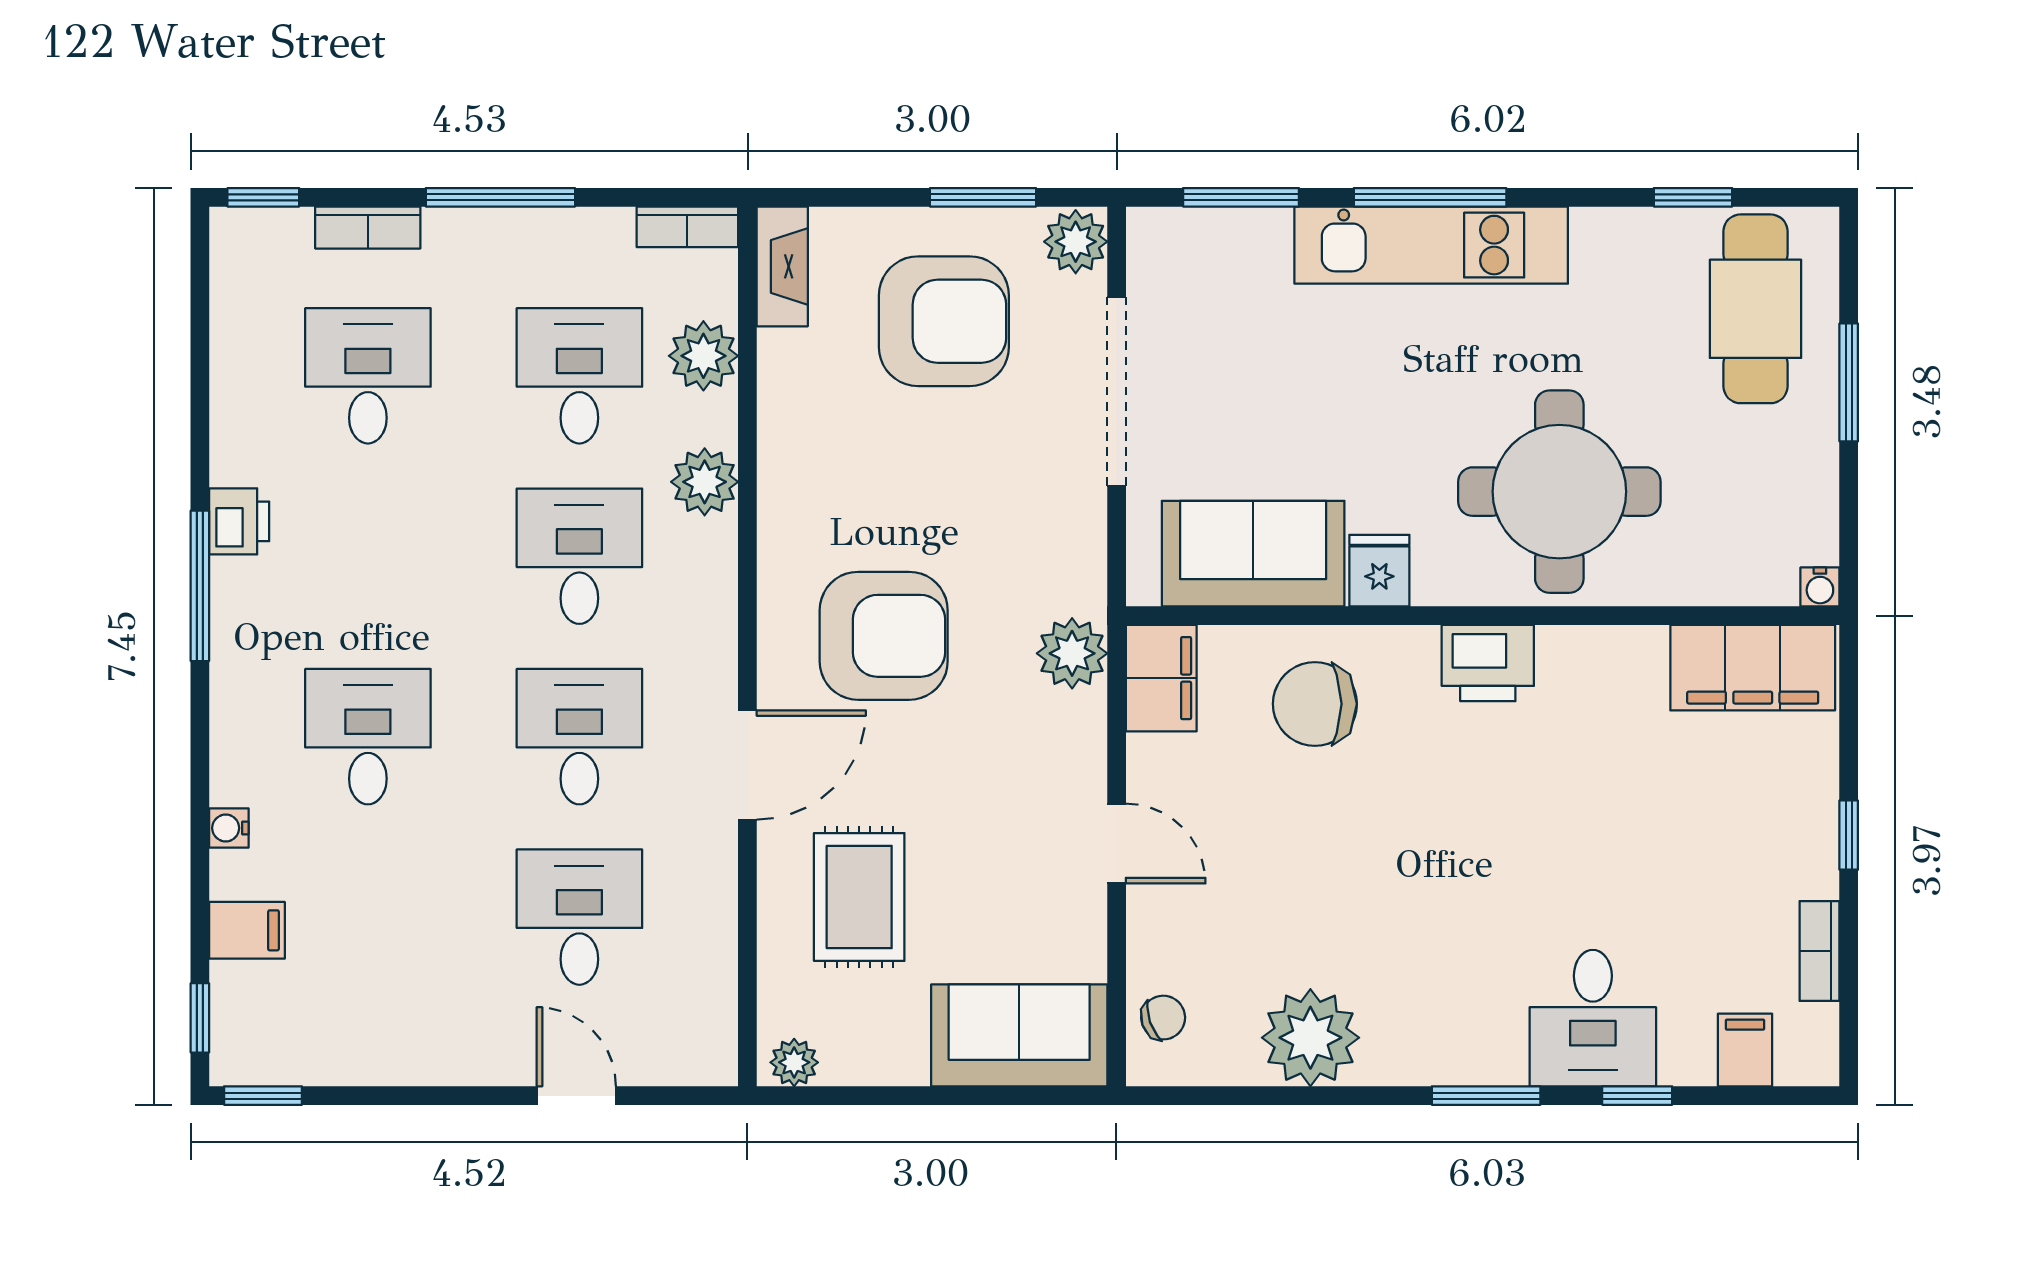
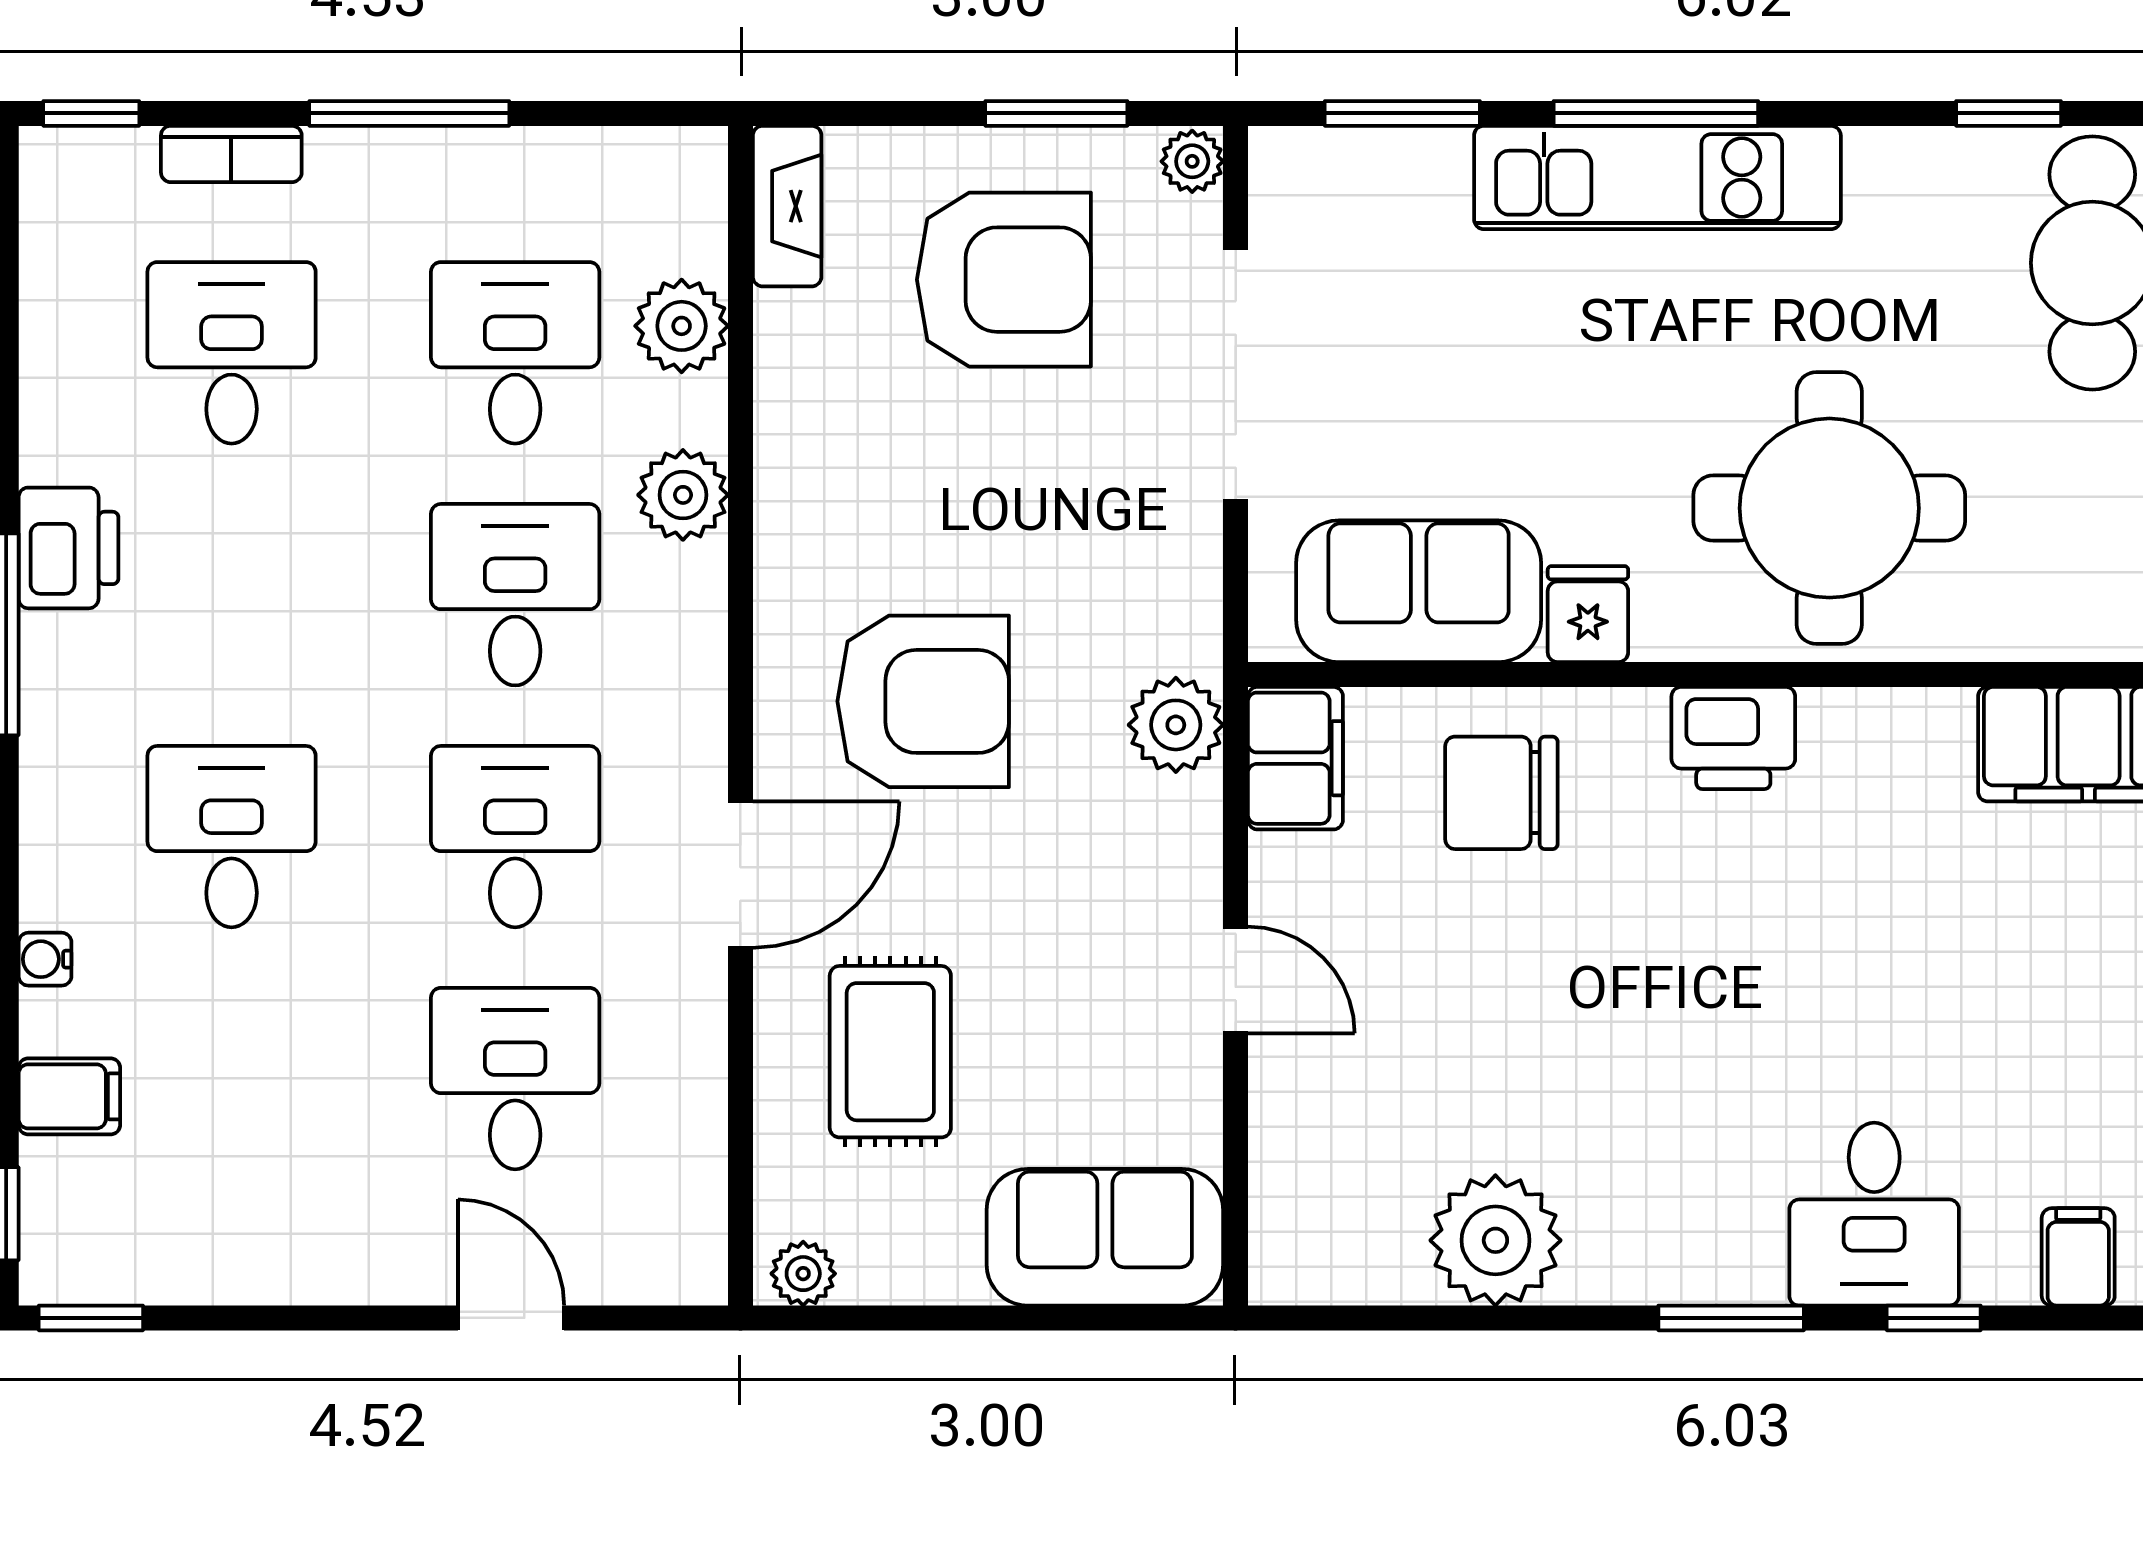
bookcase: (687, 227) -> (660, 153), removed
plant: (1076, 242) -> (1192, 161), width x0.73, depth x0.73
printer: (239, 521) -> (69, 548), width x1.36, depth x1.24
chair: (1163, 1018) -> (1298, 1213), removed

